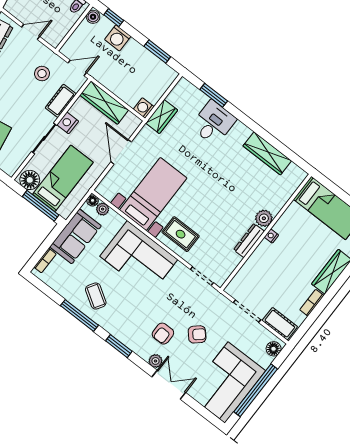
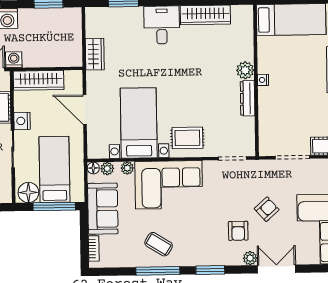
washing machine: (144, 108) -> (14, 60), moved, turned 90
desk: (213, 123) -> (162, 25), moved
plant: (118, 221) -> (127, 168), added

